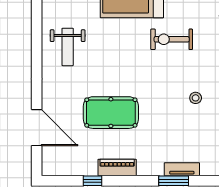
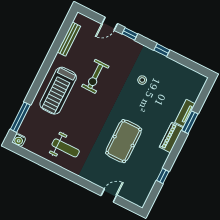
door: (37, 128) -> (109, 195), width x0.53
piano: (117, 167) -> (171, 137), moved

